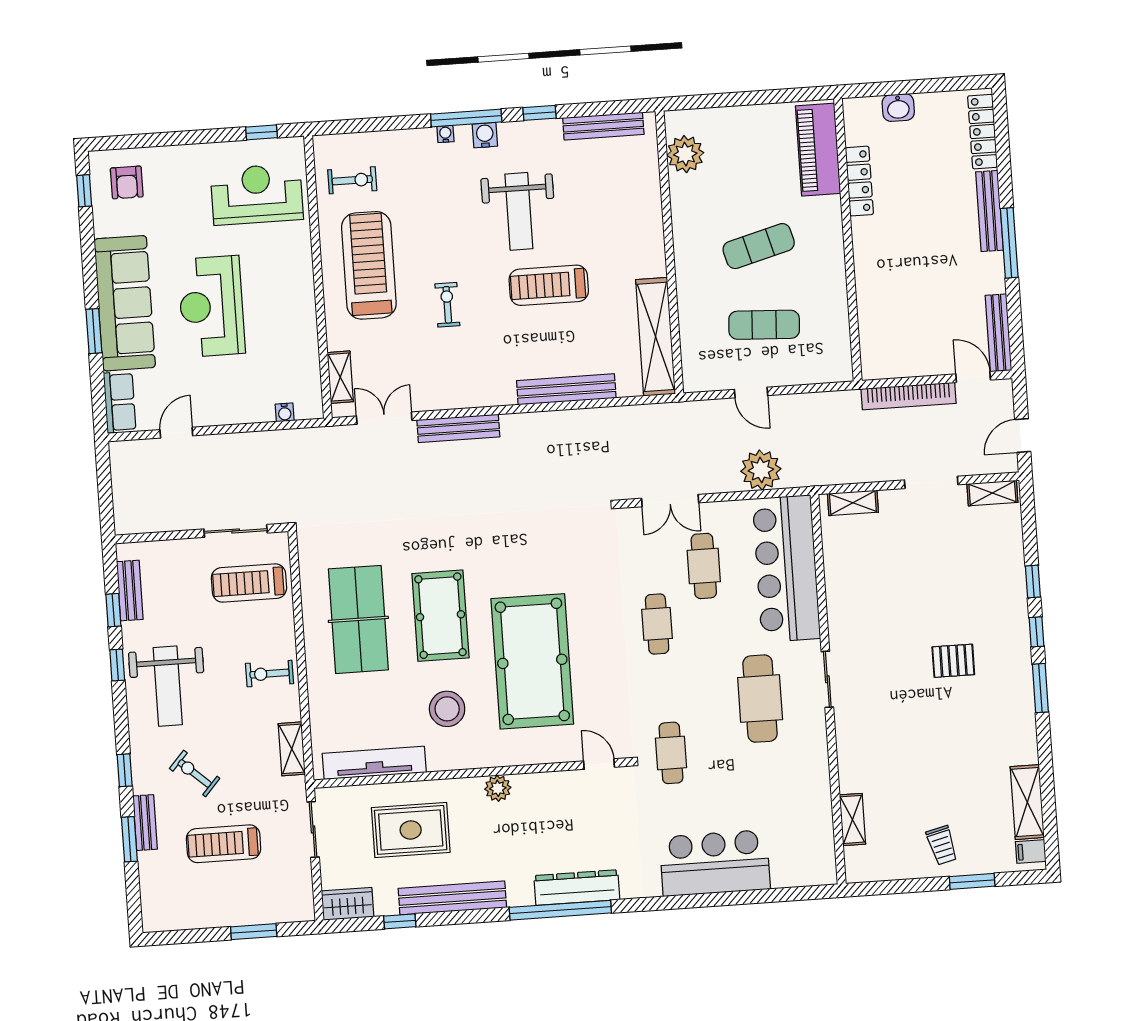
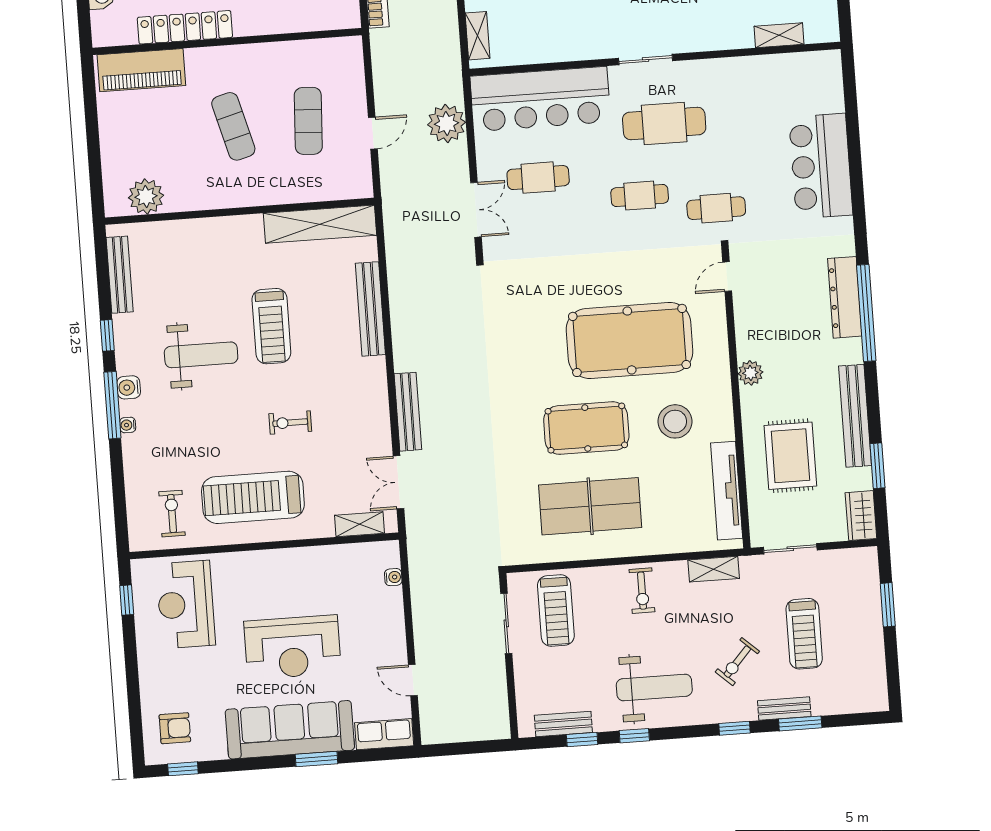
locker: (859, 181) -> (185, 27), width x1.41, depth x1.21
cafe table: (657, 624) -> (640, 196), moved
window: (400, 921) -> (877, 466), width x1.50

